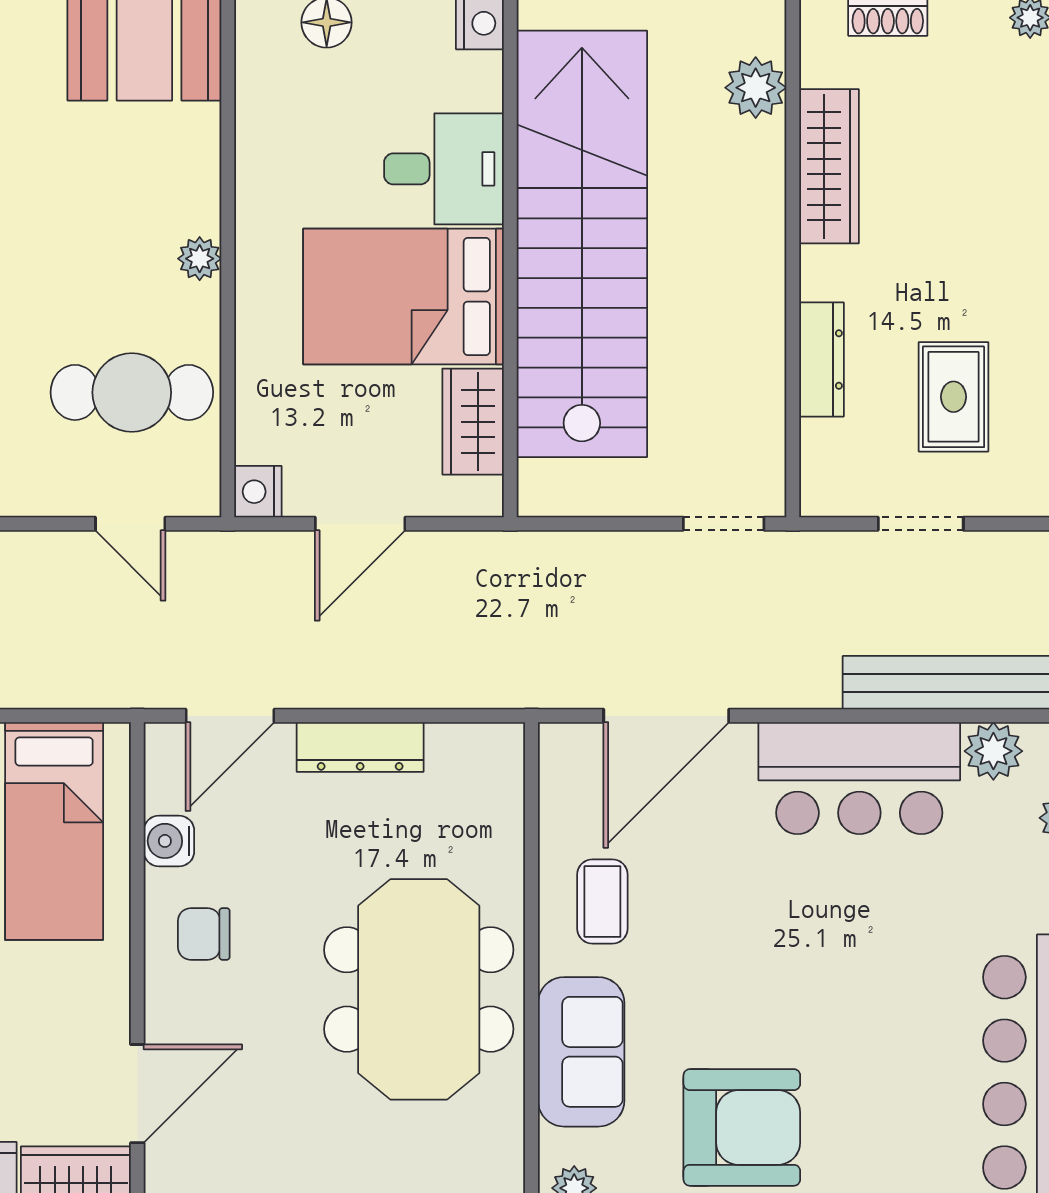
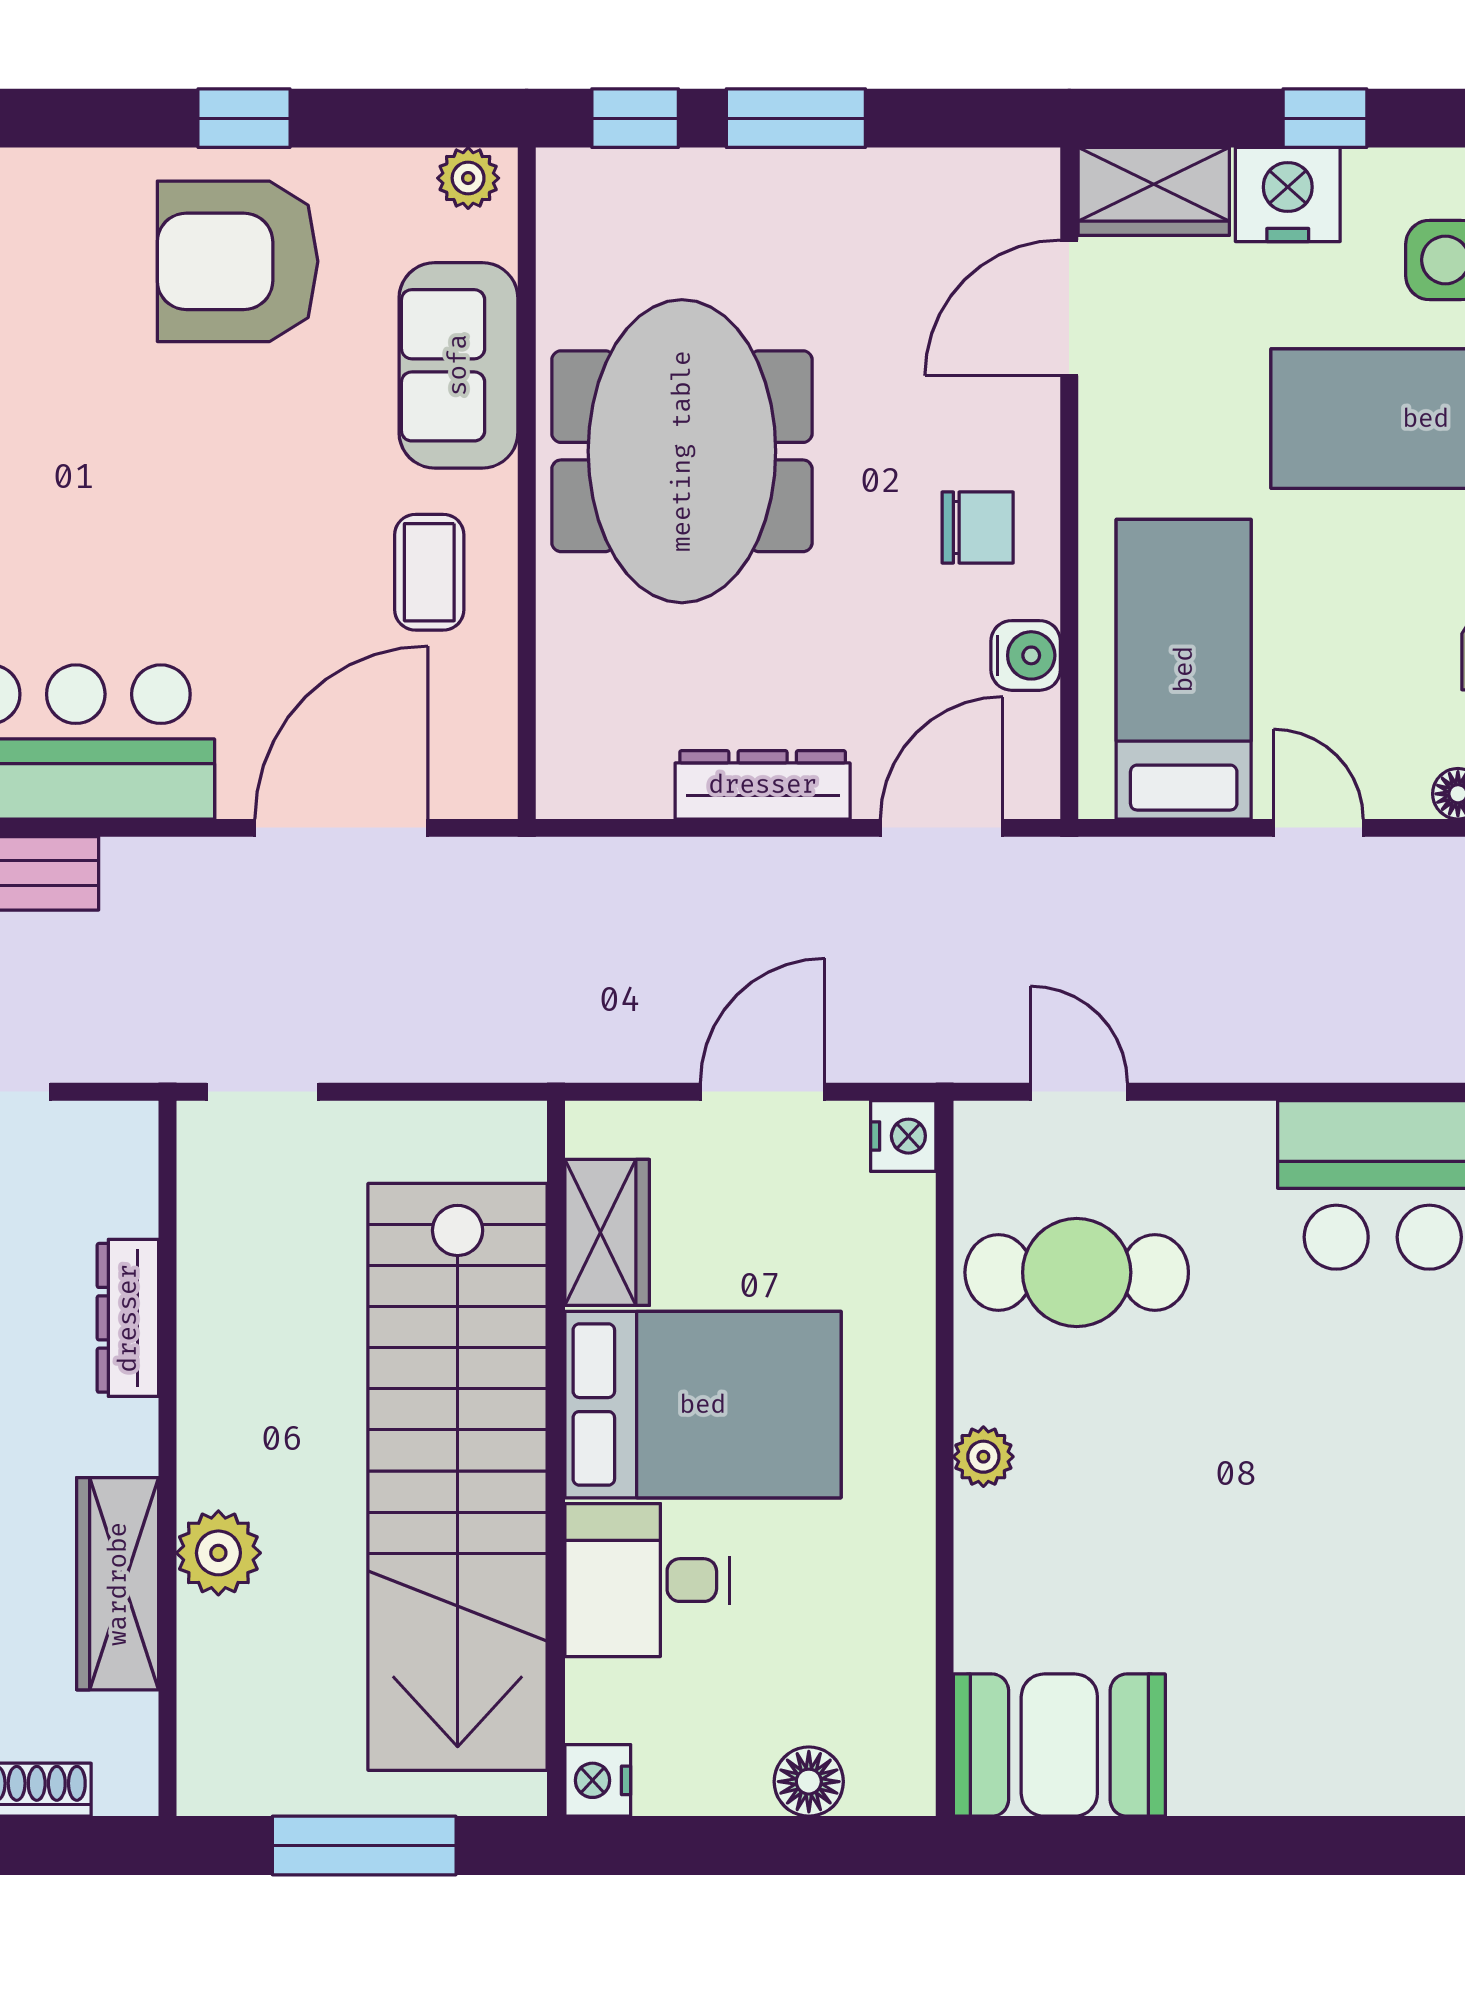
plant: (756, 88) -> (218, 1553), moved

